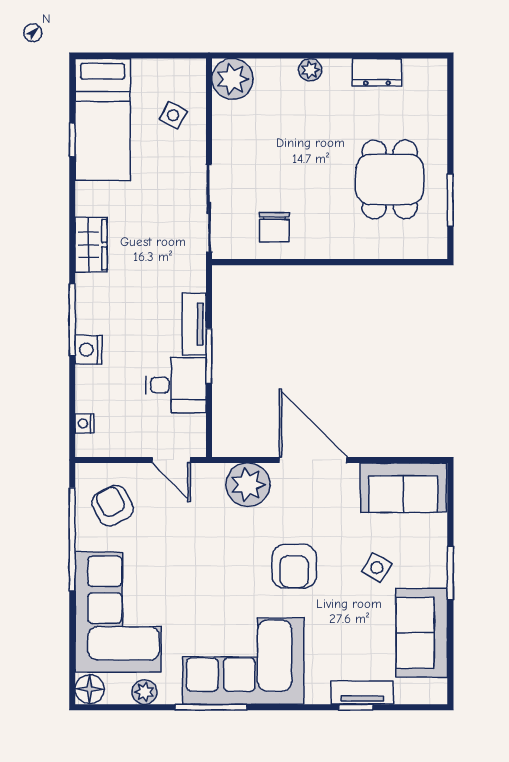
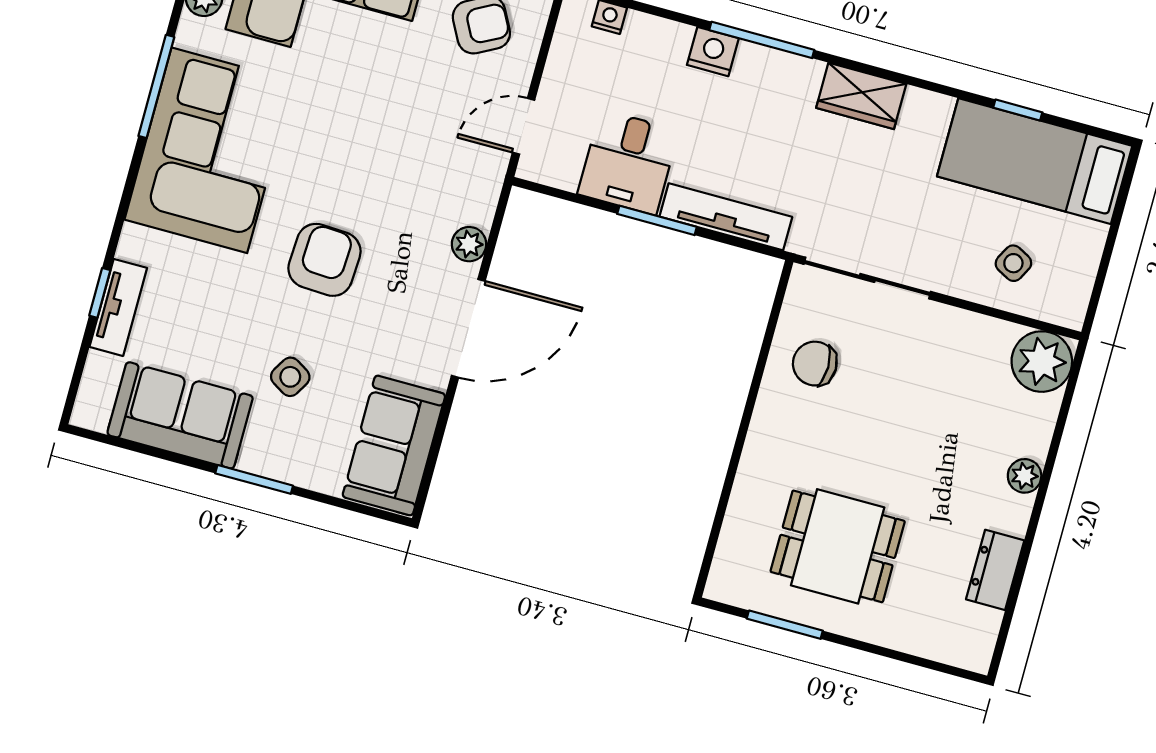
tv unit: (194, 324) -> (726, 217), width x1.41
plant: (248, 485) -> (469, 244), width x0.53, depth x0.53
armchair: (294, 566) -> (324, 260), turned 93

